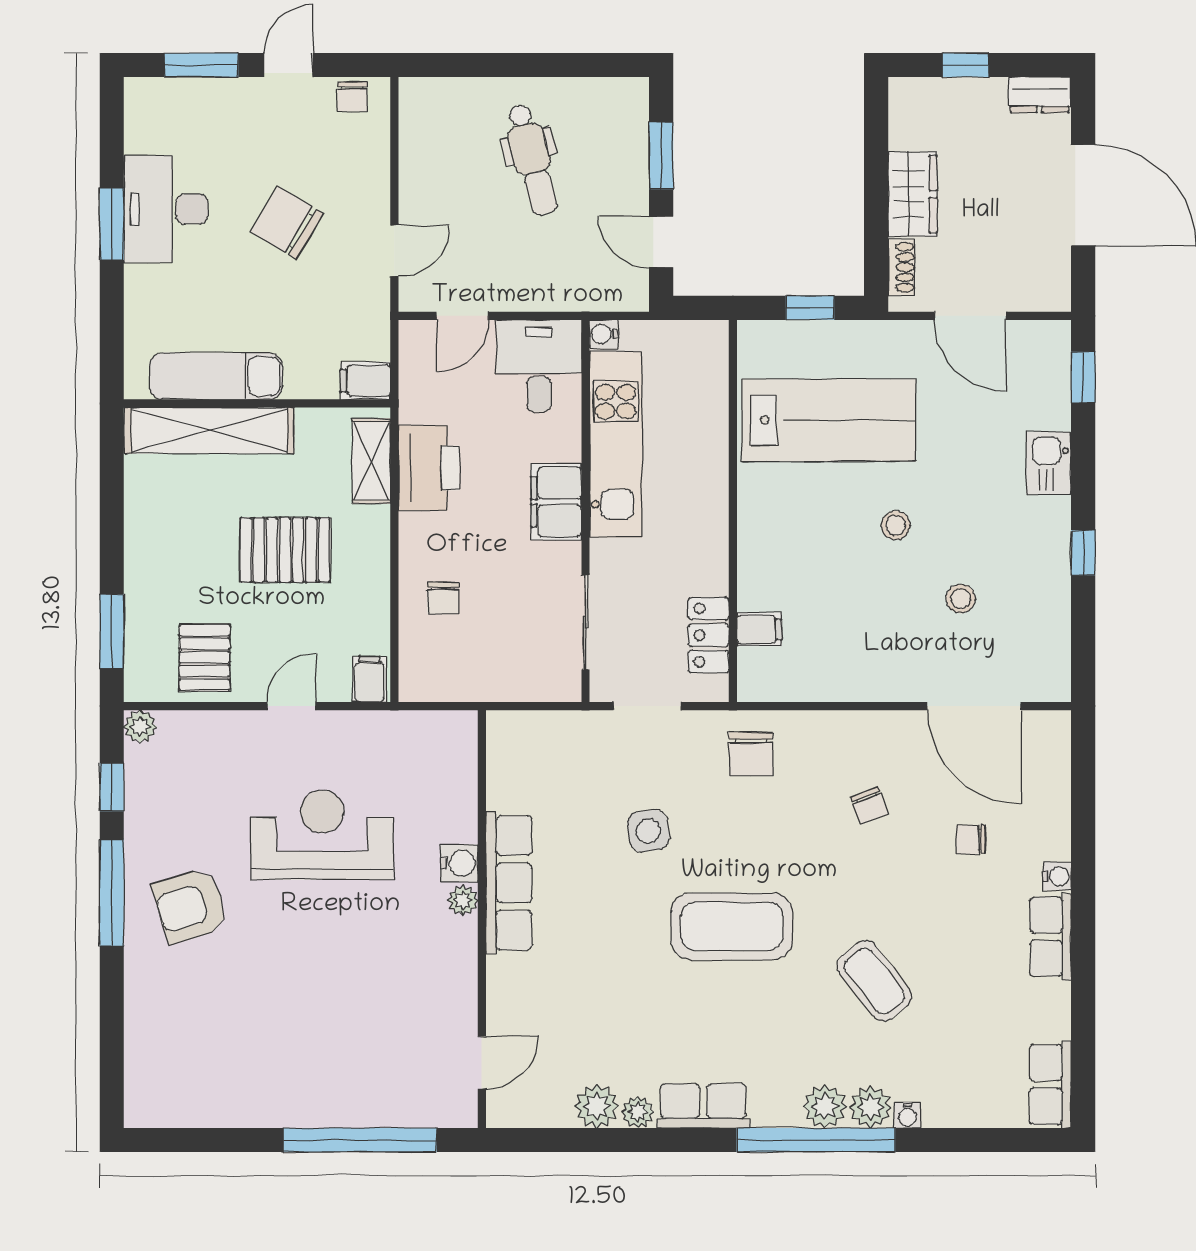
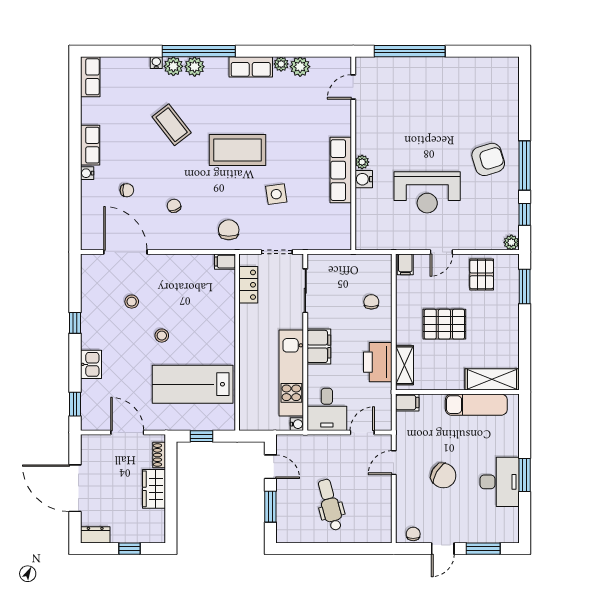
shelving: (209, 431) -> (492, 379), width x0.68
filing cabinet: (759, 629) -> (225, 262), moved

